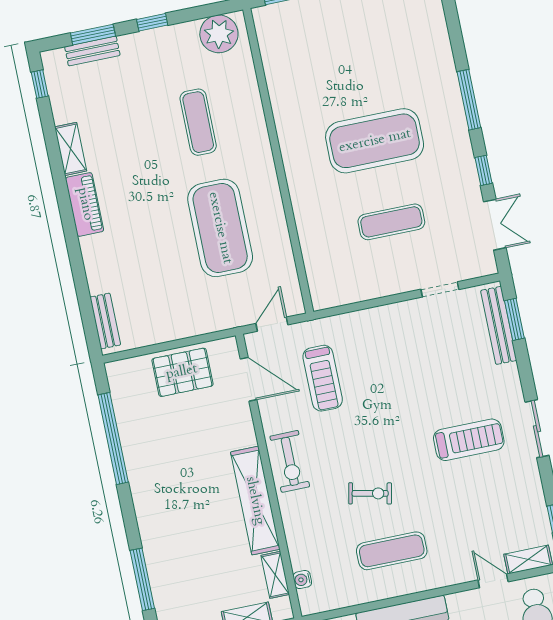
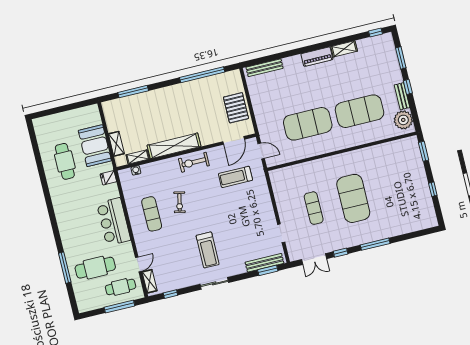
bench: (92, 51) -> (402, 96), moved
exercise mat: (198, 122) -> (359, 111), width x2.00, depth x1.45
bench: (105, 321) -> (265, 68), width x1.36

